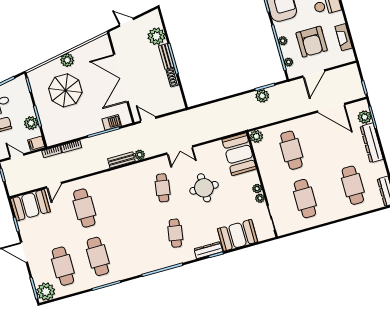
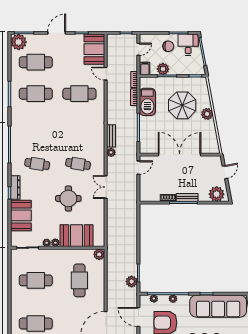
plant: (156, 36) -> (217, 194), moved
plant: (262, 96) -> (132, 281), moved
barbecue: (112, 122) -> (147, 102), moved, width x1.88, depth x1.53
cafe table: (291, 150) -> (79, 280), turned 90
booth: (239, 154) -> (77, 236), moved

